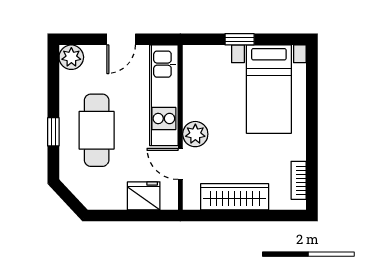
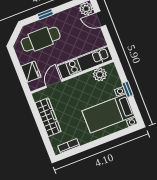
door: (121, 39) -> (100, 19), moved
cafe table: (97, 130) -> (41, 39), moved
plant: (195, 134) -> (100, 75), moved

